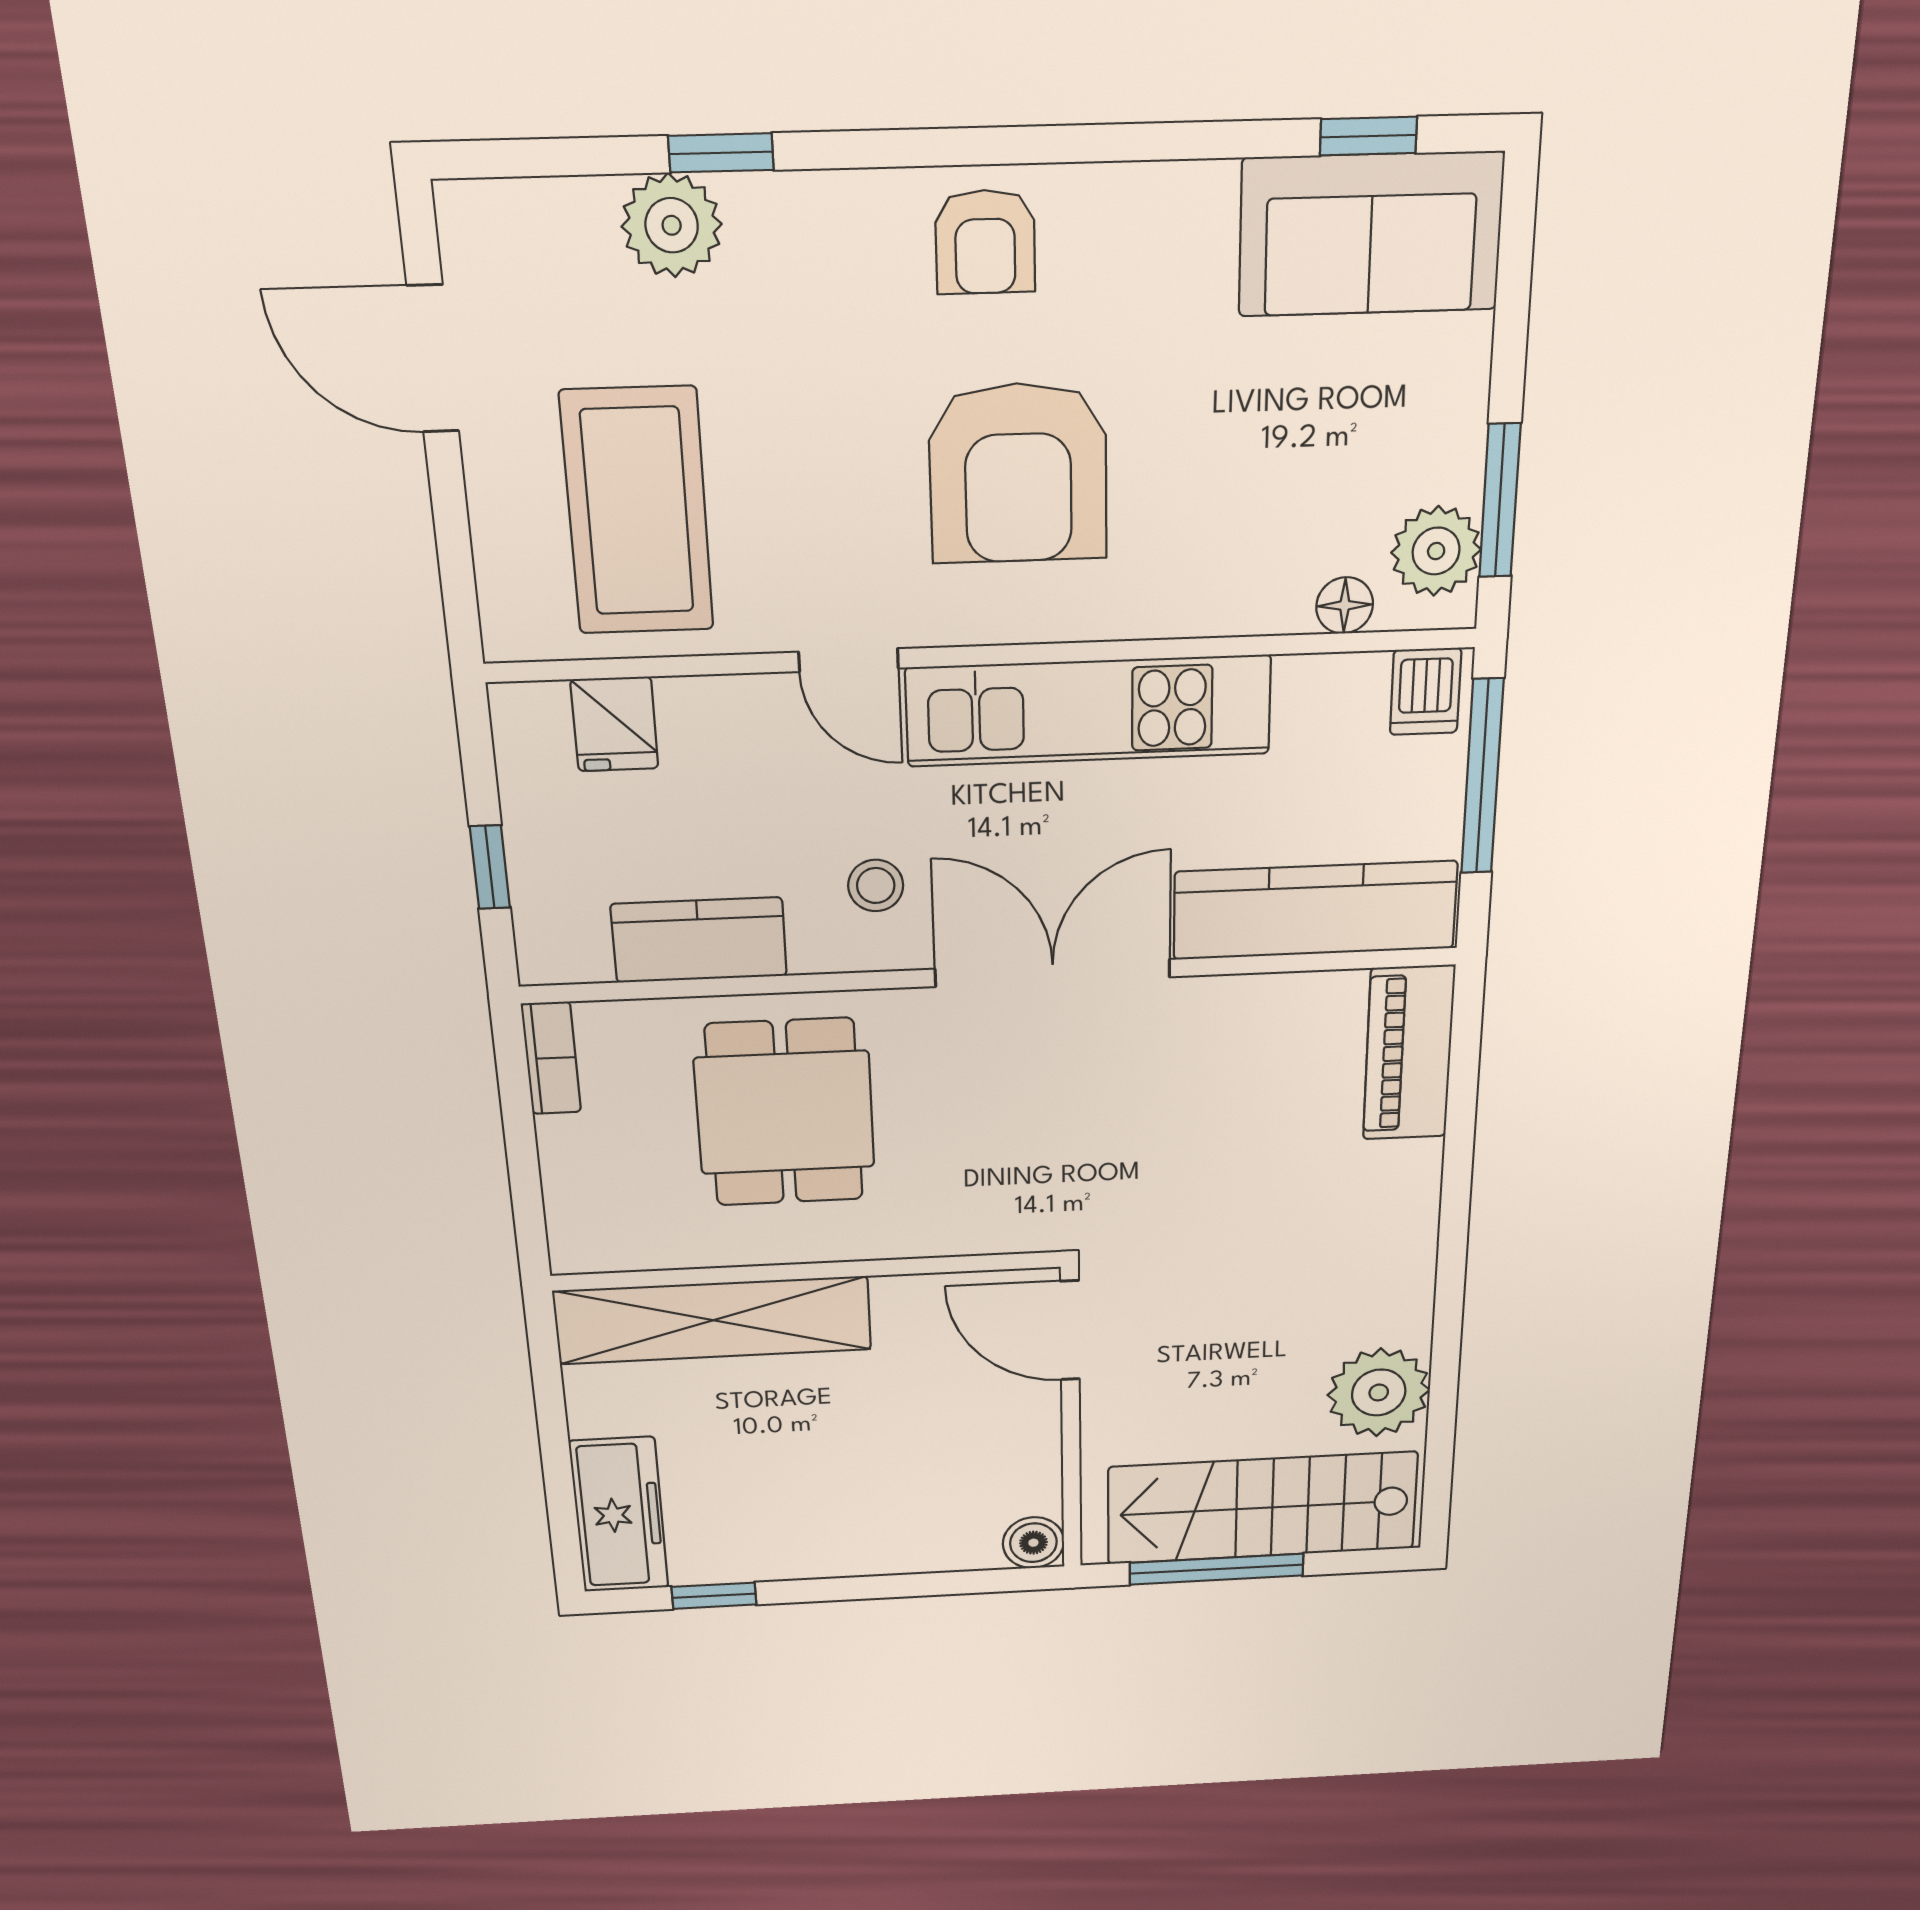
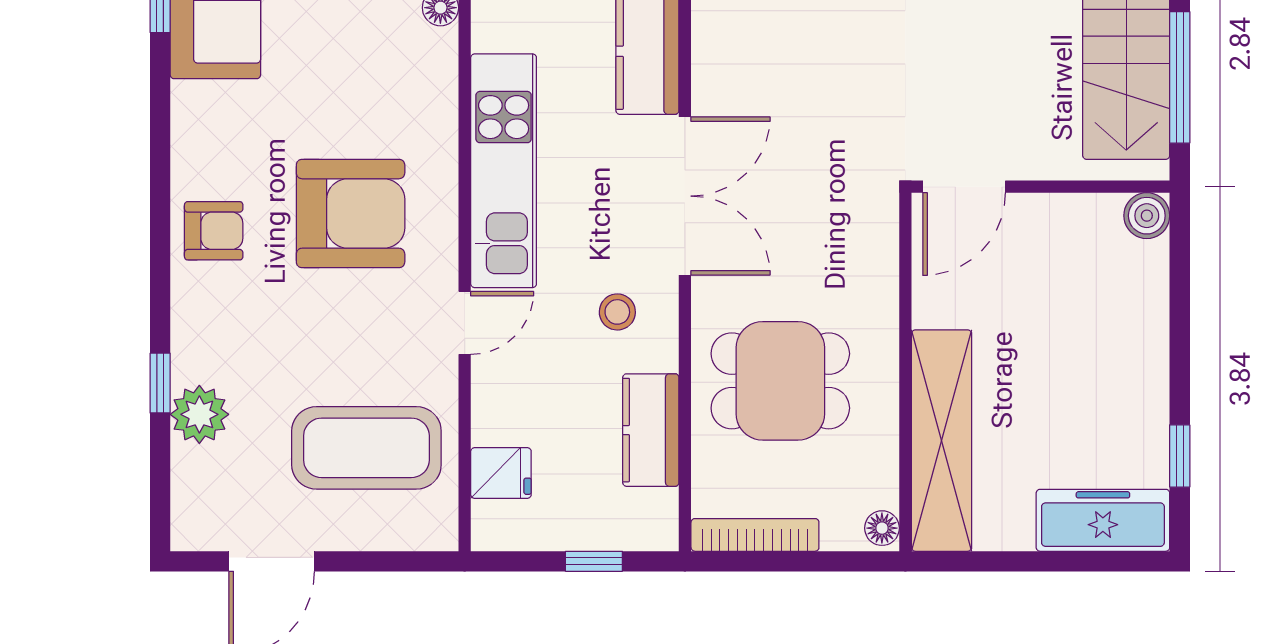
double door: (1053, 973) -> (685, 196), swing flipped
bookcase: (551, 1058) -> (755, 535), width x1.56
floor lamp: (581, 1253) -> (882, 528), added

